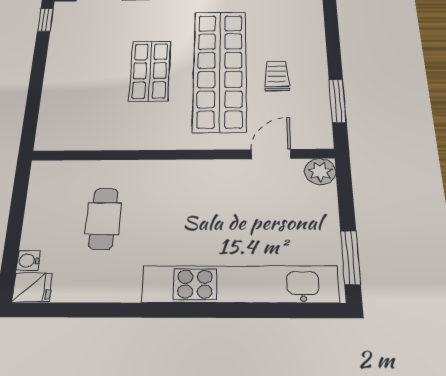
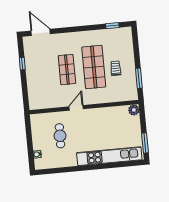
window: (45, 20) -> (22, 64), moved
shop shelf: (220, 70) -> (94, 67), width x0.71
door: (271, 154) -> (76, 108), moved
fridge: (32, 287) -> (41, 164), removed

